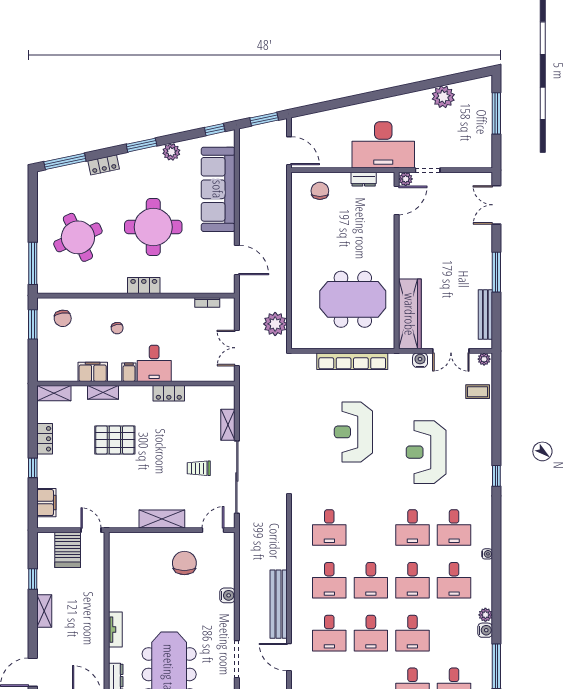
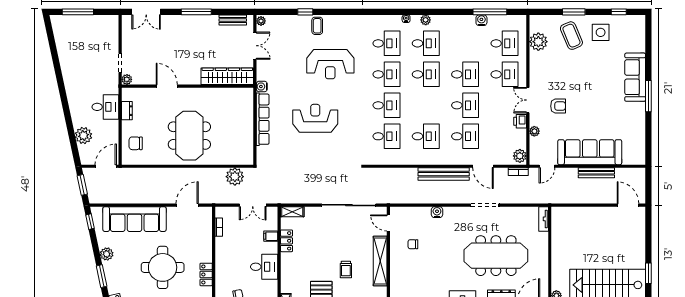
plant: (443, 97) -> (83, 136), moved
desk: (383, 145) -> (105, 107), width x0.53, depth x0.77
door: (397, 200) -> (167, 86), moved
meeting table: (353, 299) -> (189, 136), moved
bench: (485, 315) -> (233, 20), width x0.73
water cooler: (420, 360) -> (262, 86), moved
filing cabinet: (129, 372) -> (271, 236), moved
coffee table: (478, 392) -> (317, 26), moved
locker: (169, 393) -> (286, 241), moved
shelving: (228, 425) -> (292, 212), moved
reception desk: (353, 432) -> (315, 118), turned 180
trolley: (199, 468) -> (346, 269), moved
window: (496, 476) -> (305, 12), moved
shelving: (162, 519) -> (380, 261), width x1.47
chair: (184, 563) -> (413, 244), width x0.54, depth x0.54
desk: (371, 580) -> (386, 105), moved
plant: (485, 615) -> (426, 20), moved
water cooler: (485, 630) -> (481, 20), moved
door: (289, 657) -> (483, 166), hinge flipped

